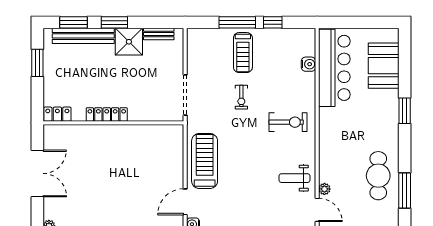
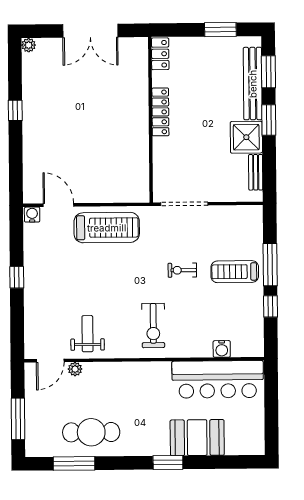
booth: (384, 66) -> (197, 438), moved

